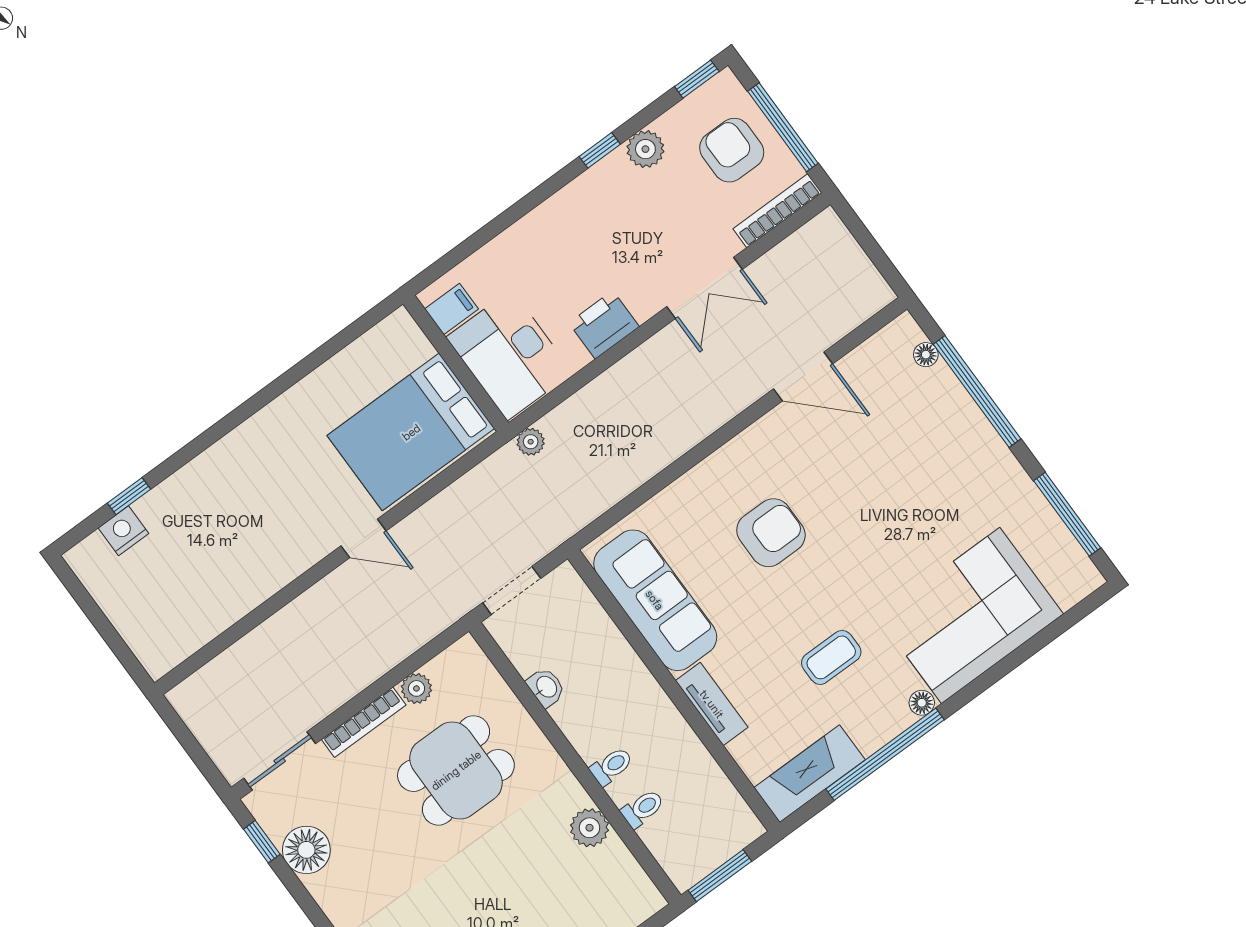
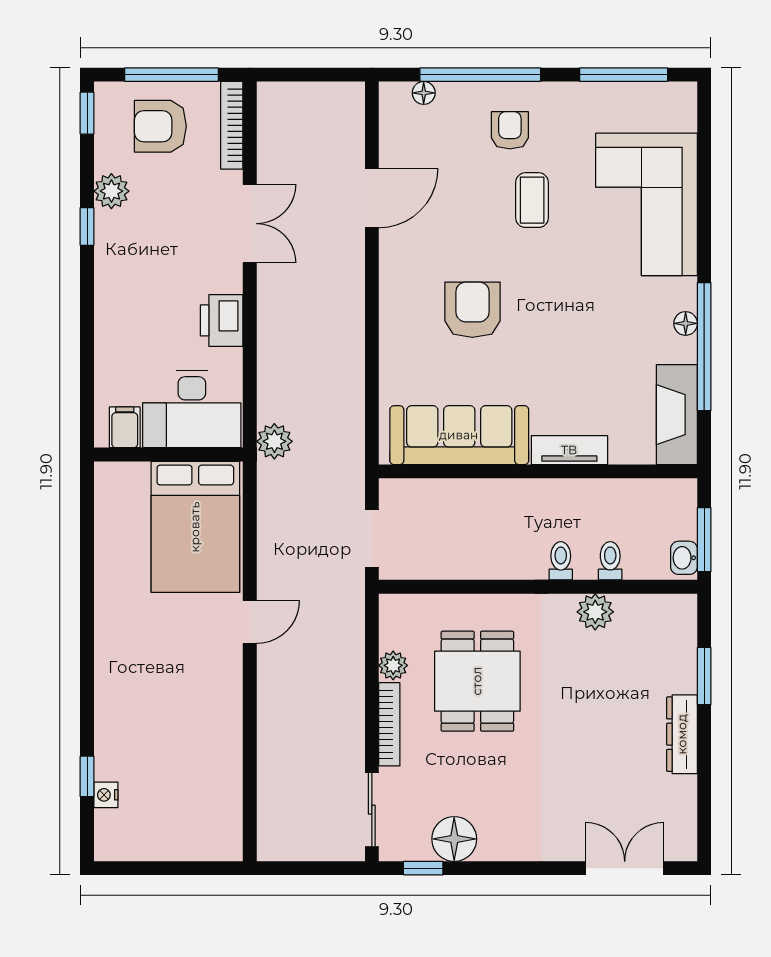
plant: (531, 442) -> (274, 441), width x1.38, depth x1.38
armchair: (948, 452) -> (510, 130), added
nightstand: (123, 531) -> (106, 795), width x0.72, depth x0.74
coffee table: (831, 657) -> (532, 200), moved
washbasin: (546, 687) -> (684, 558), moved, turned -90
floor lamp: (922, 703) -> (686, 323), moved

